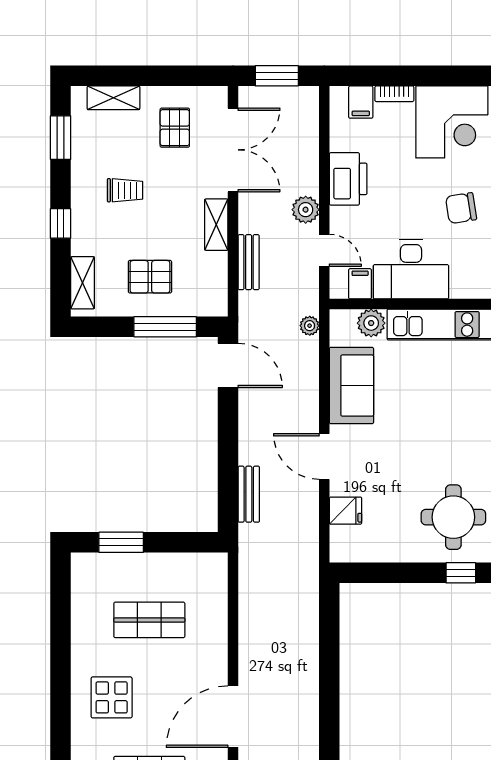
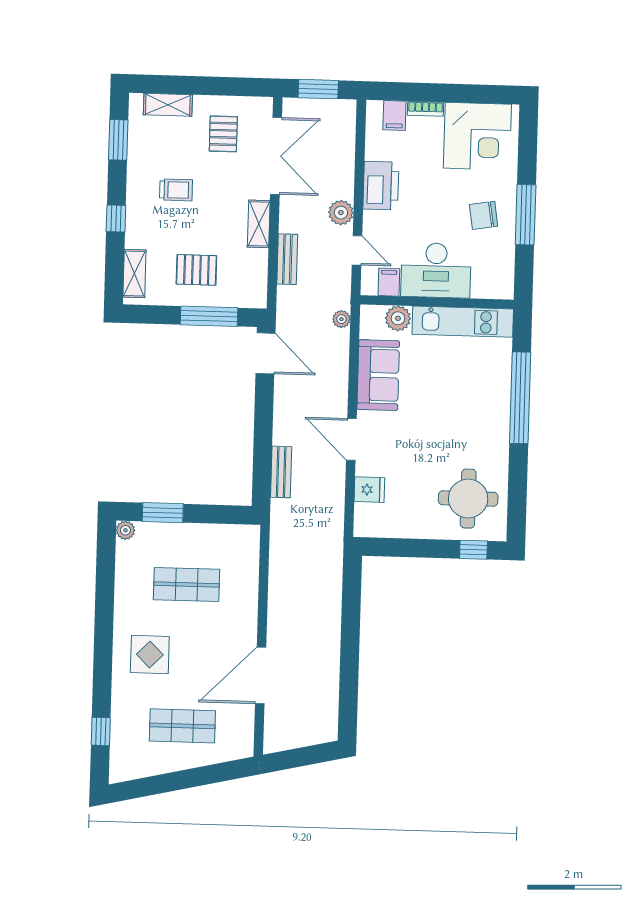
plant: (81, 563) -> (125, 530), added

